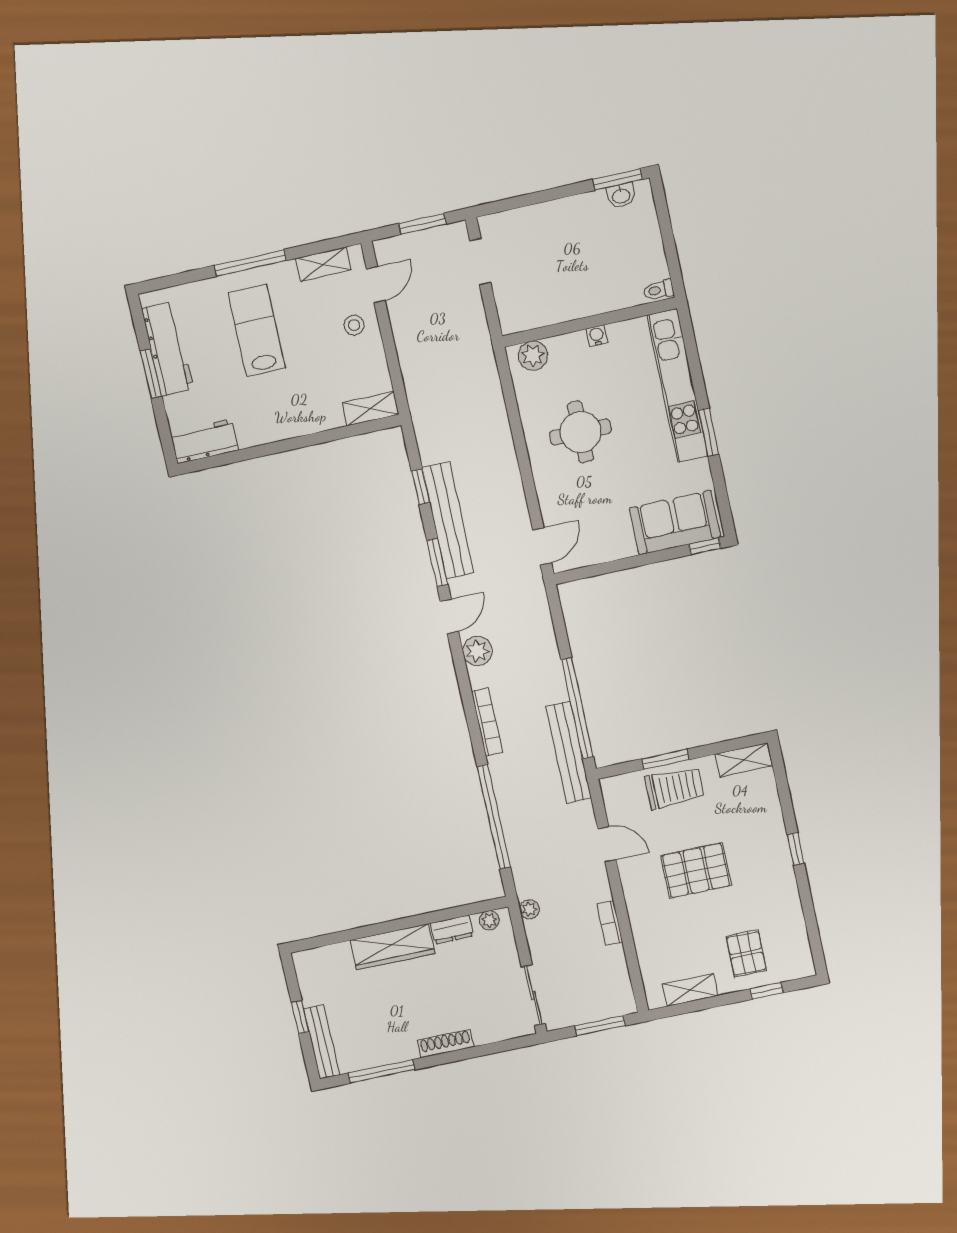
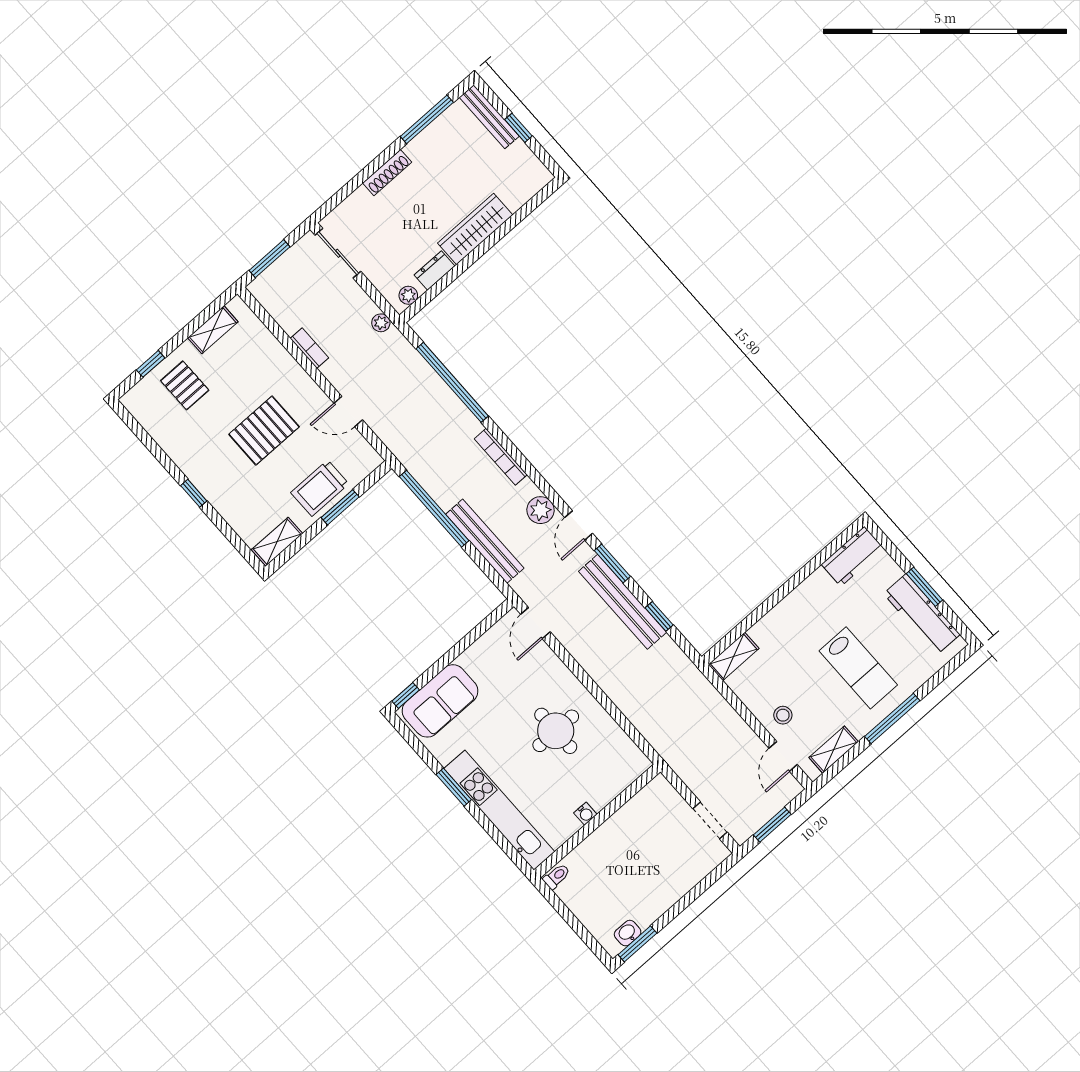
plant: (533, 356) -> (627, 770), removed
bench: (569, 752) -> (485, 541), moved

